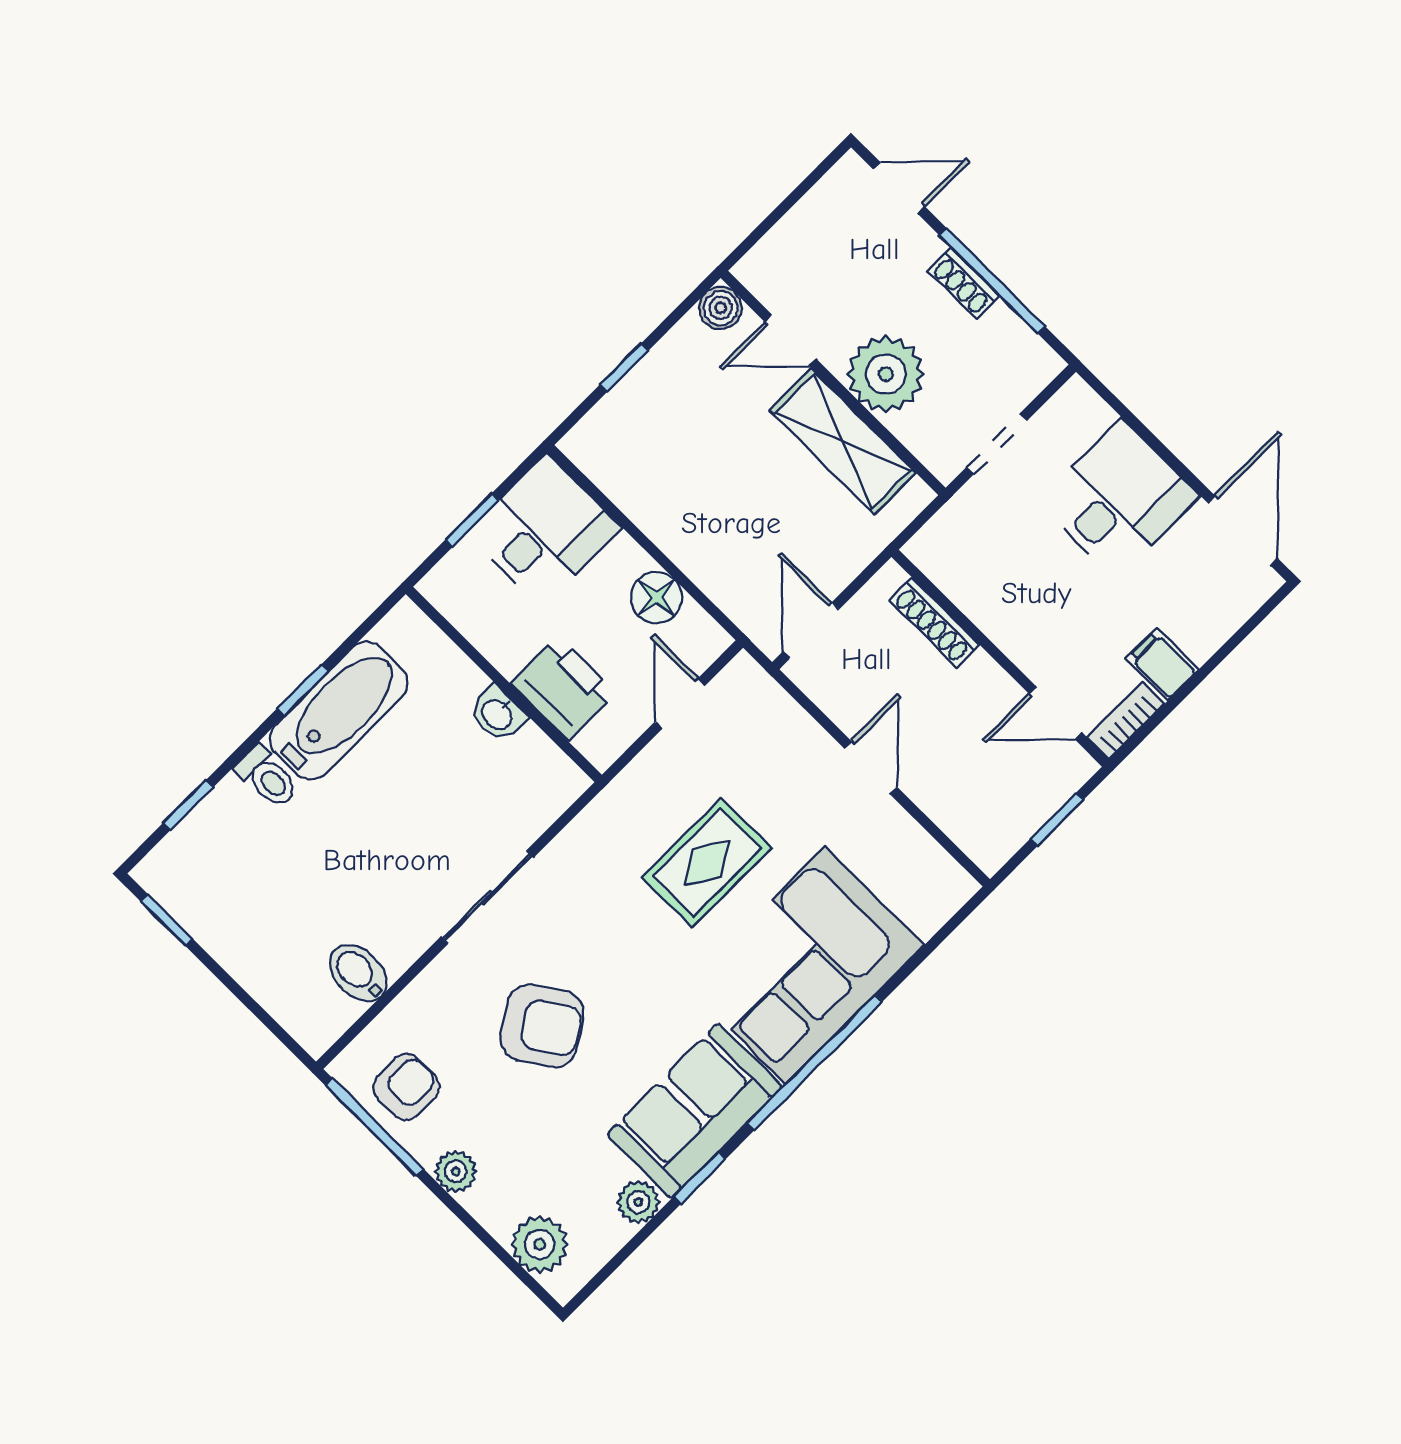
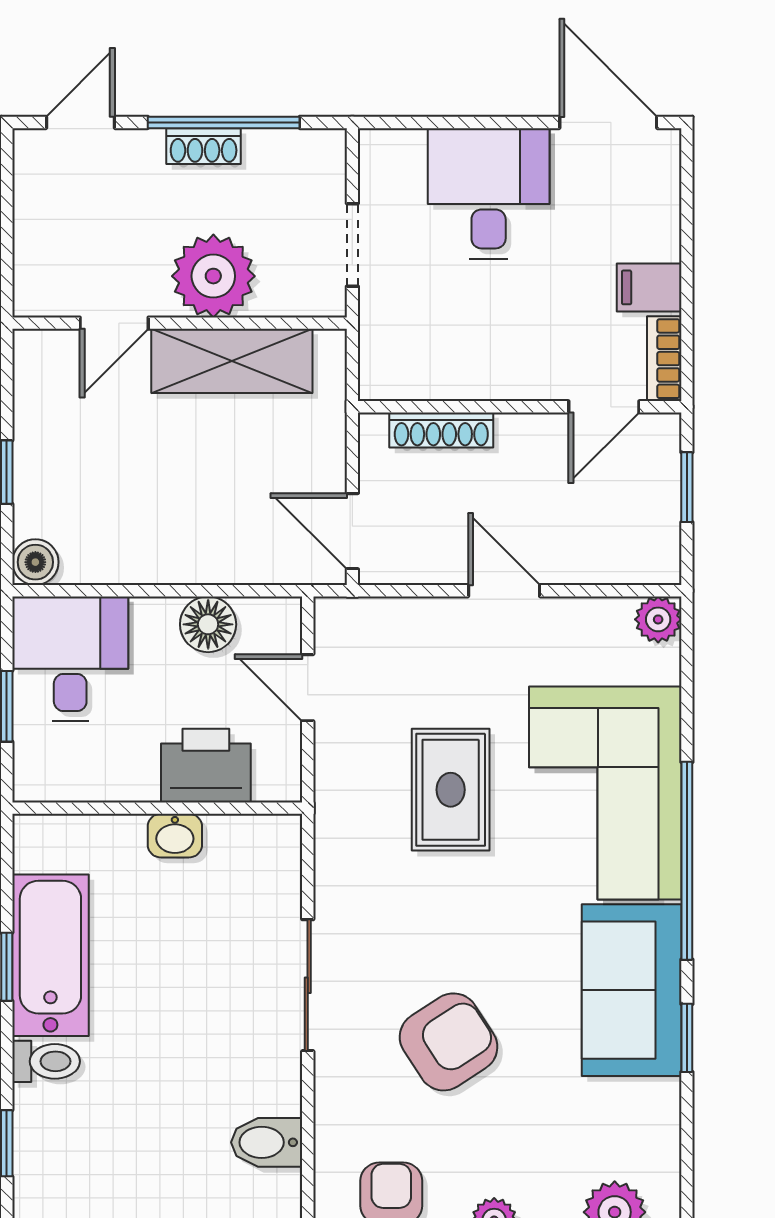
boiler: (721, 308) -> (35, 562), moved
plant: (638, 1202) -> (658, 619), moved

